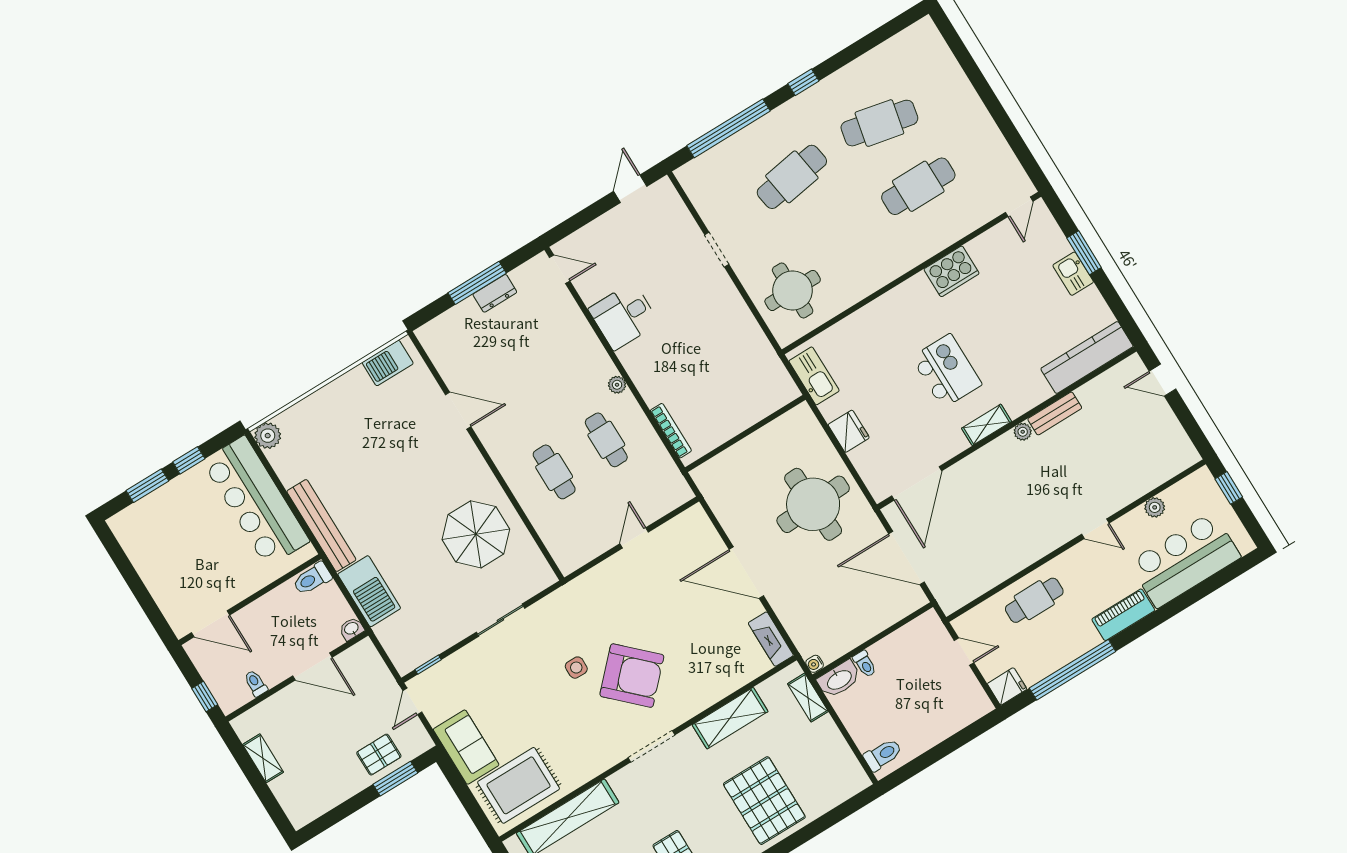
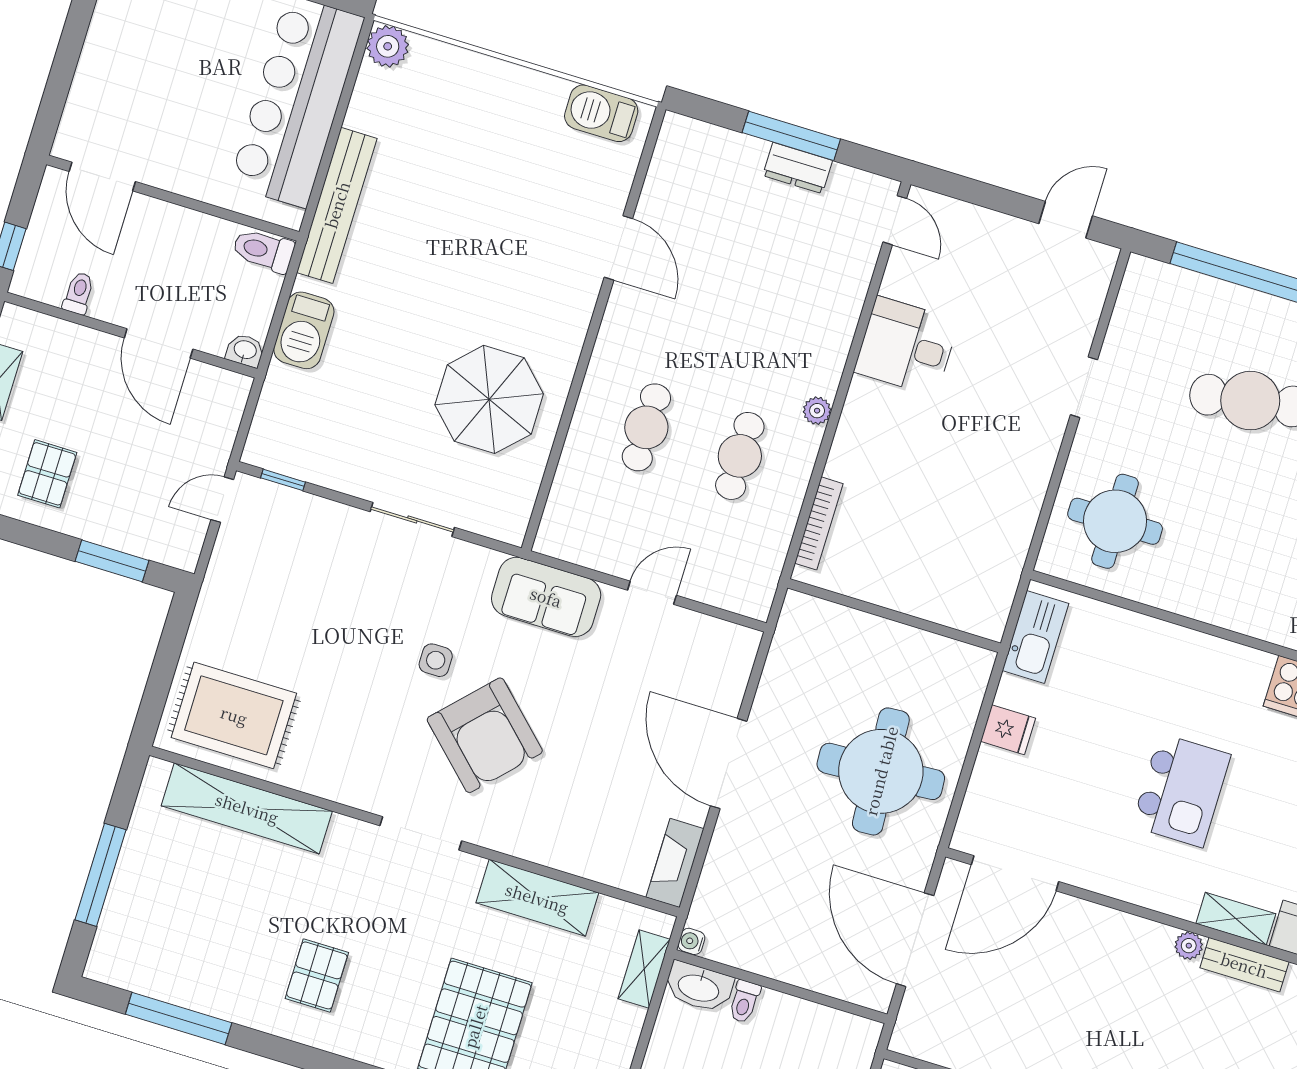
shelving: (987, 425) -> (1236, 919), moved
fridge: (849, 431) -> (1008, 730), width x0.72
barbecue: (369, 591) -> (304, 330), width x0.73, depth x0.83
sofa: (466, 747) -> (546, 597), moved, turned 90
pallet: (379, 755) -> (47, 474), moved, turned 90

